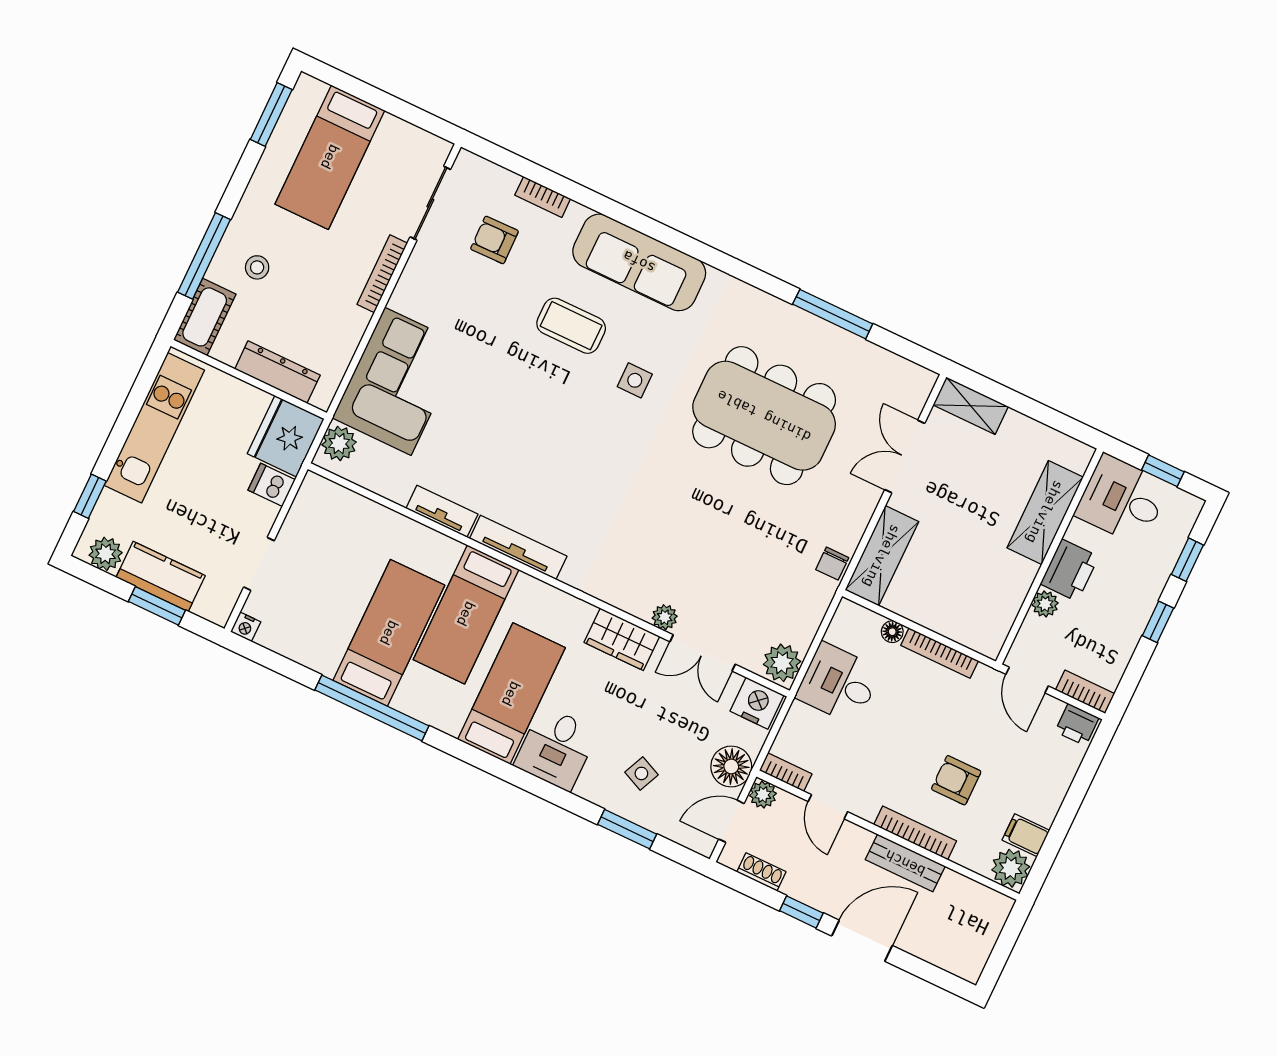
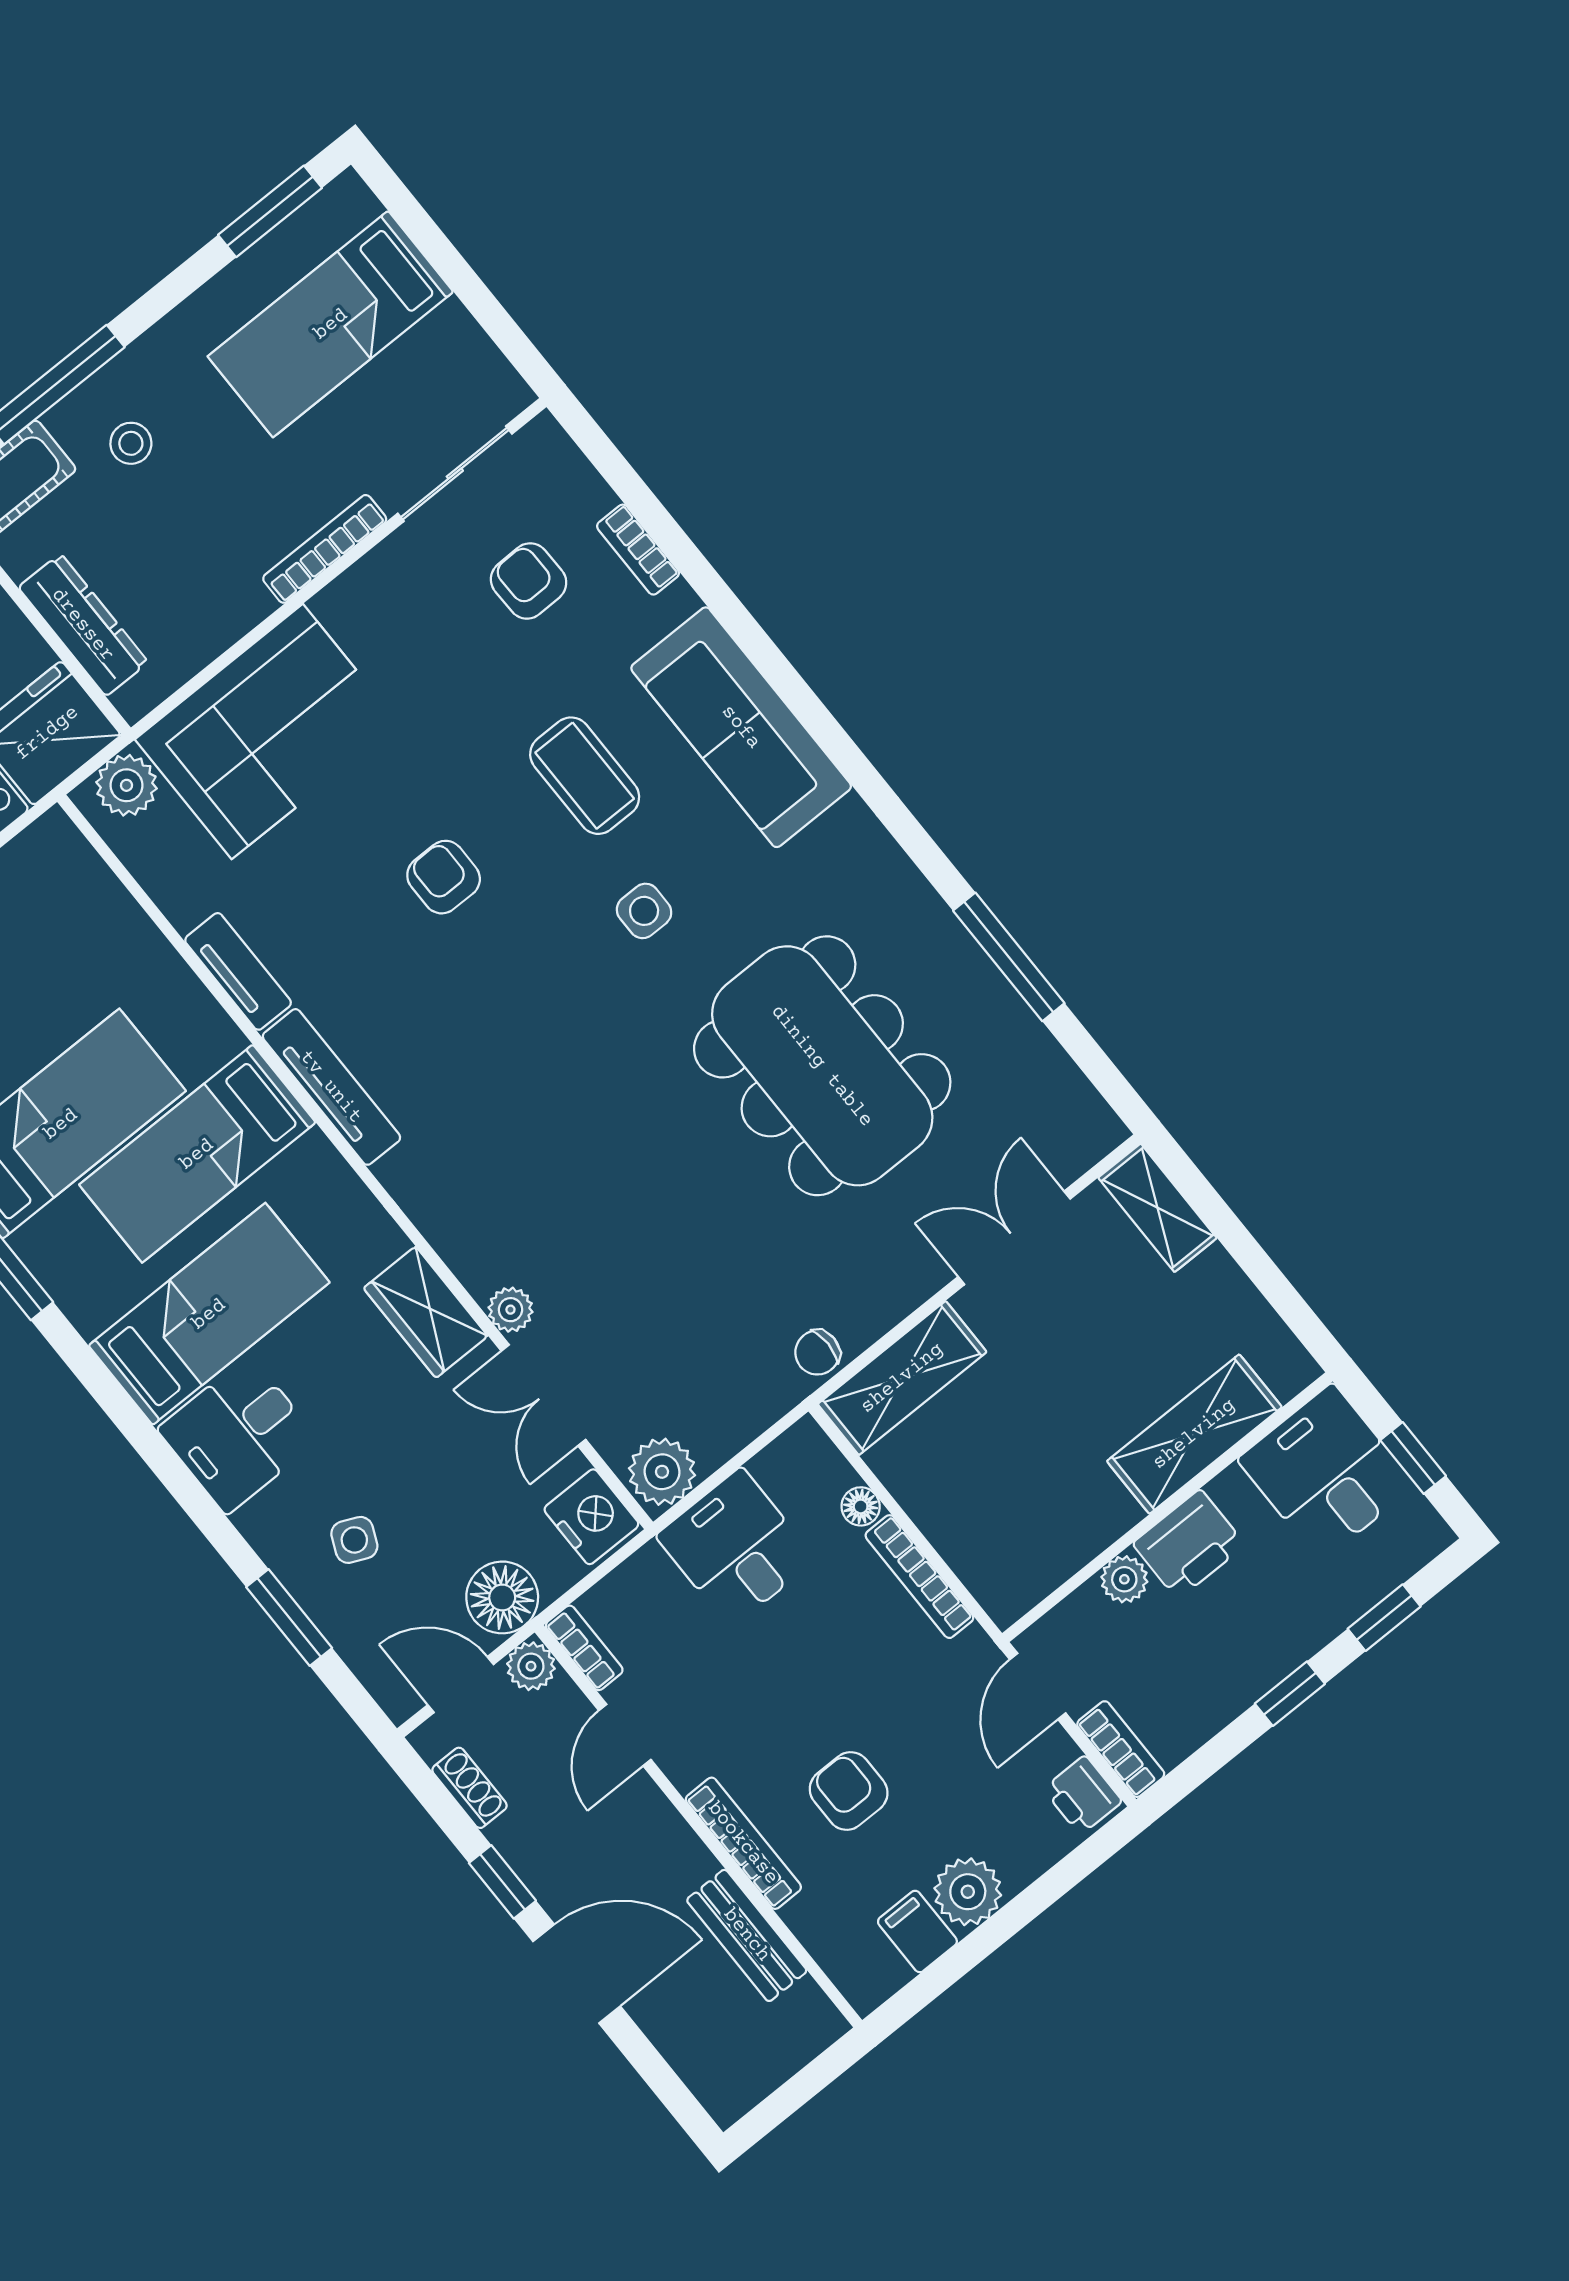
armchair: (524, 412) -> (444, 877), added
bench: (905, 863) -> (747, 1935), moved
plant: (1011, 868) -> (968, 1892), moved

